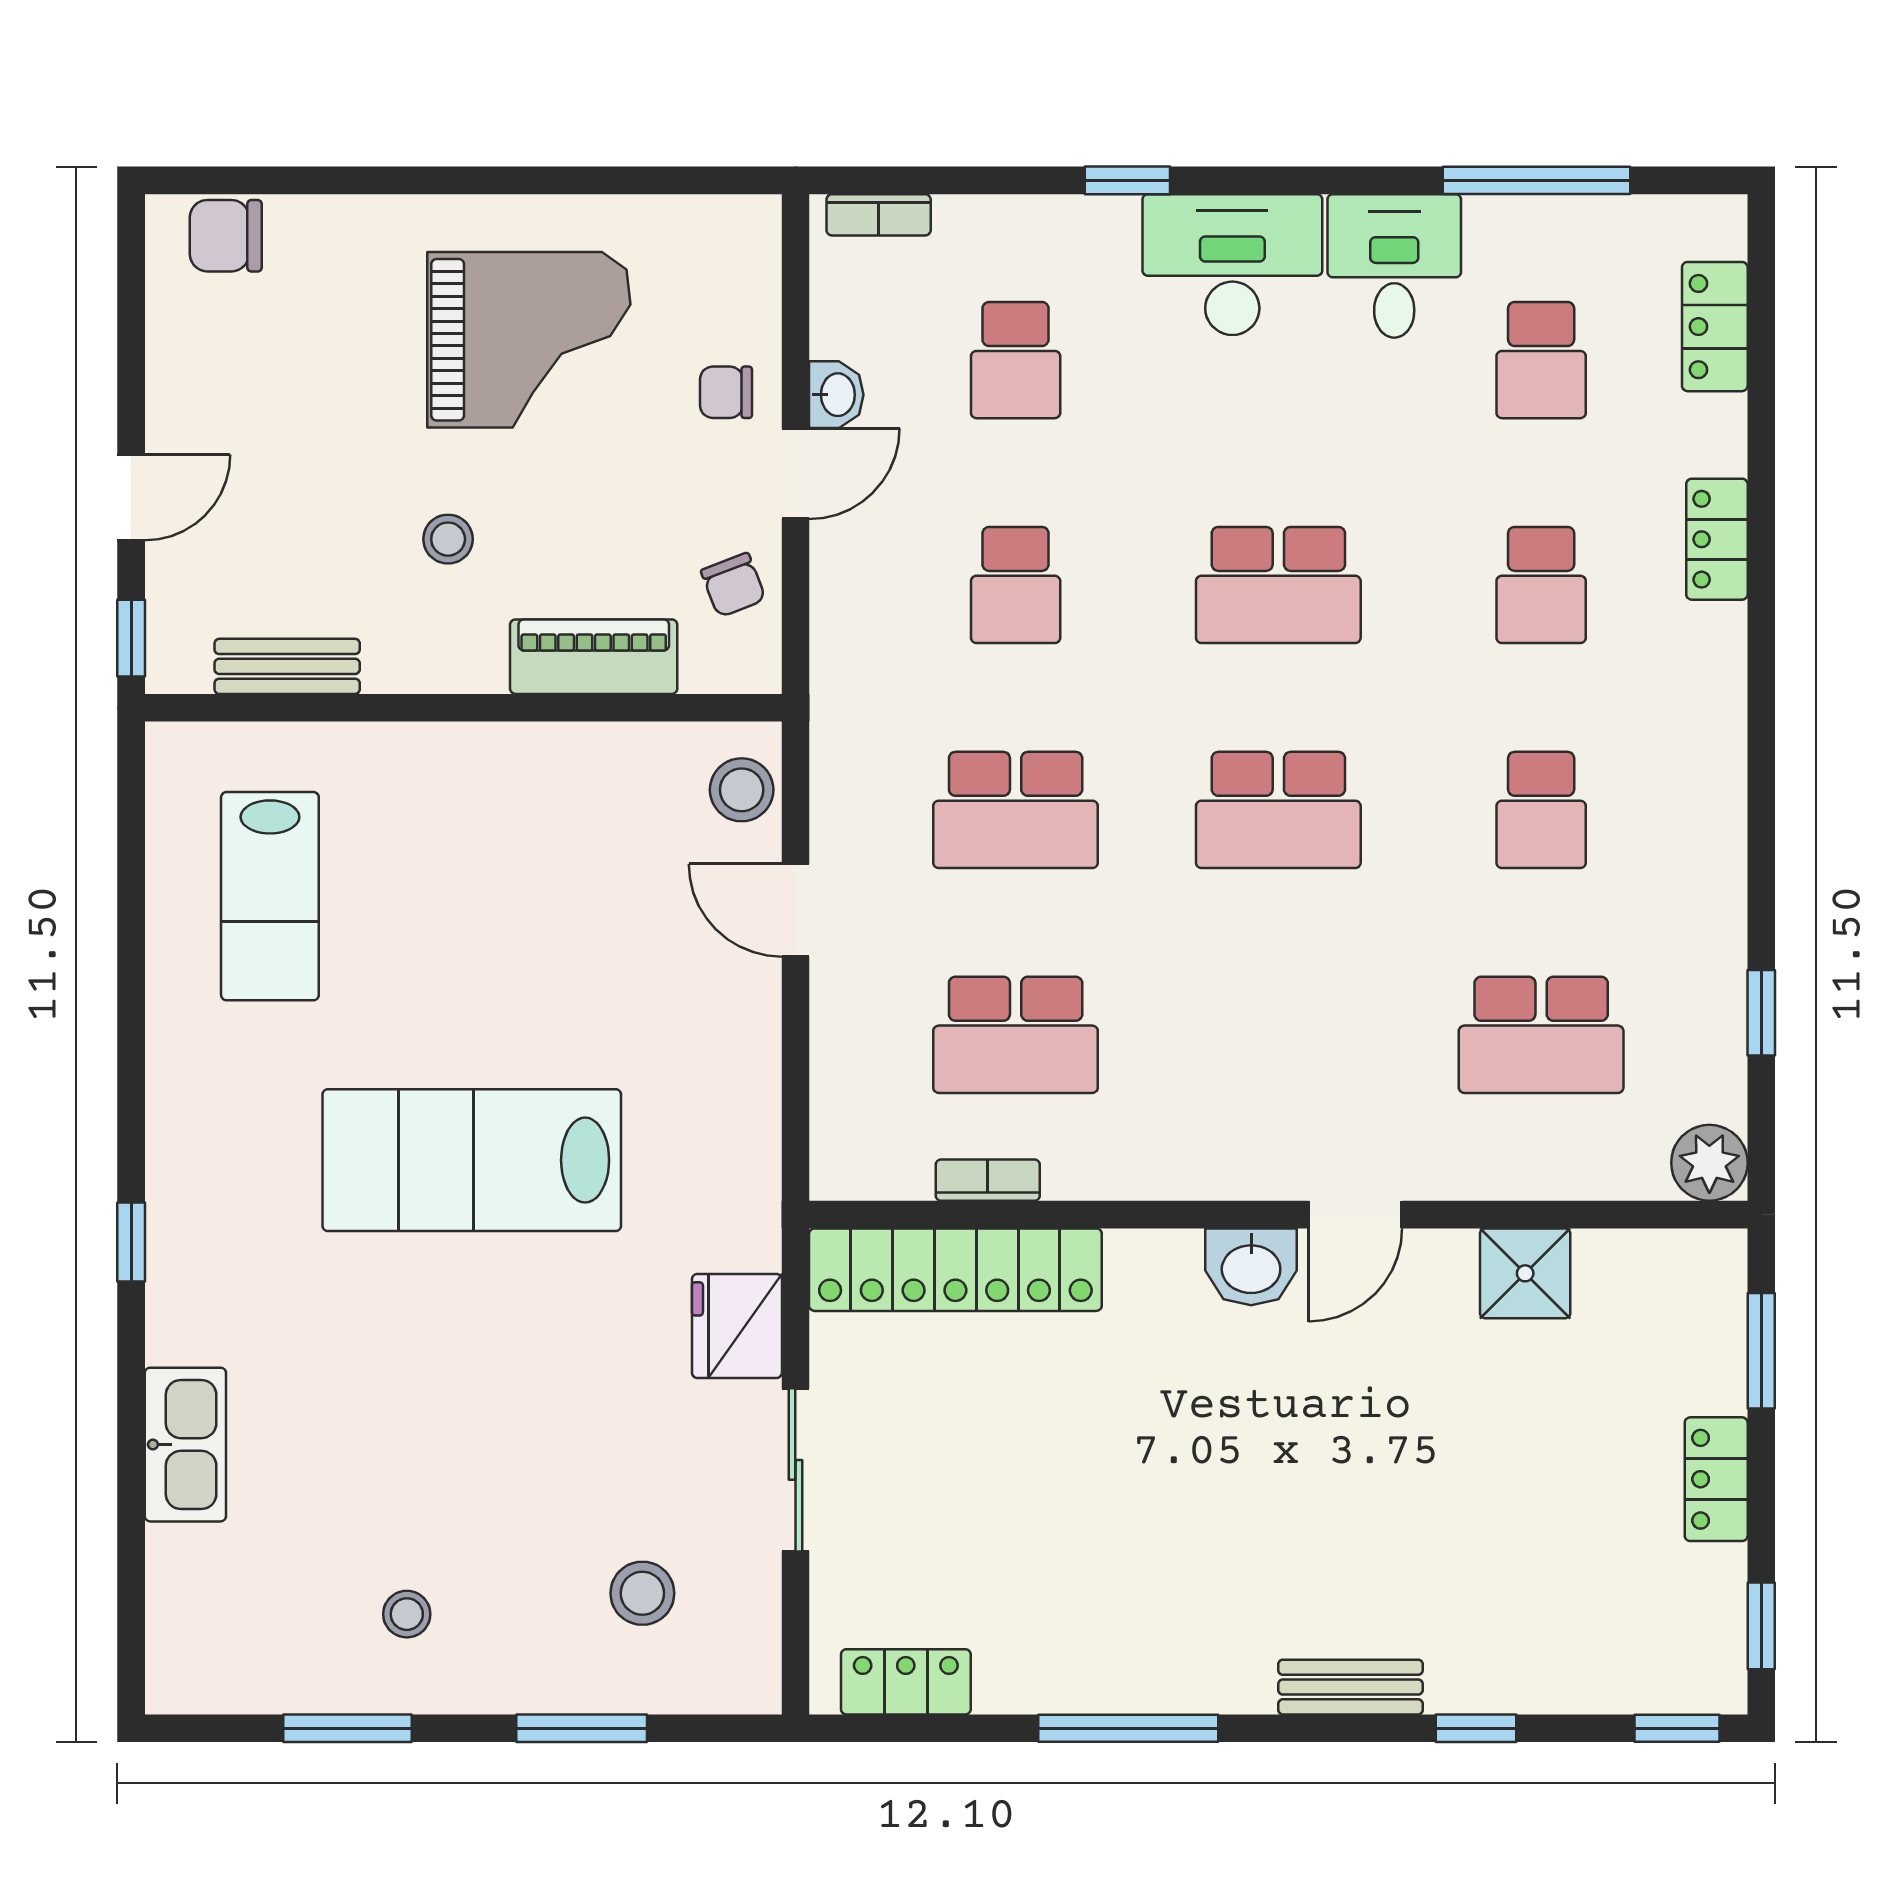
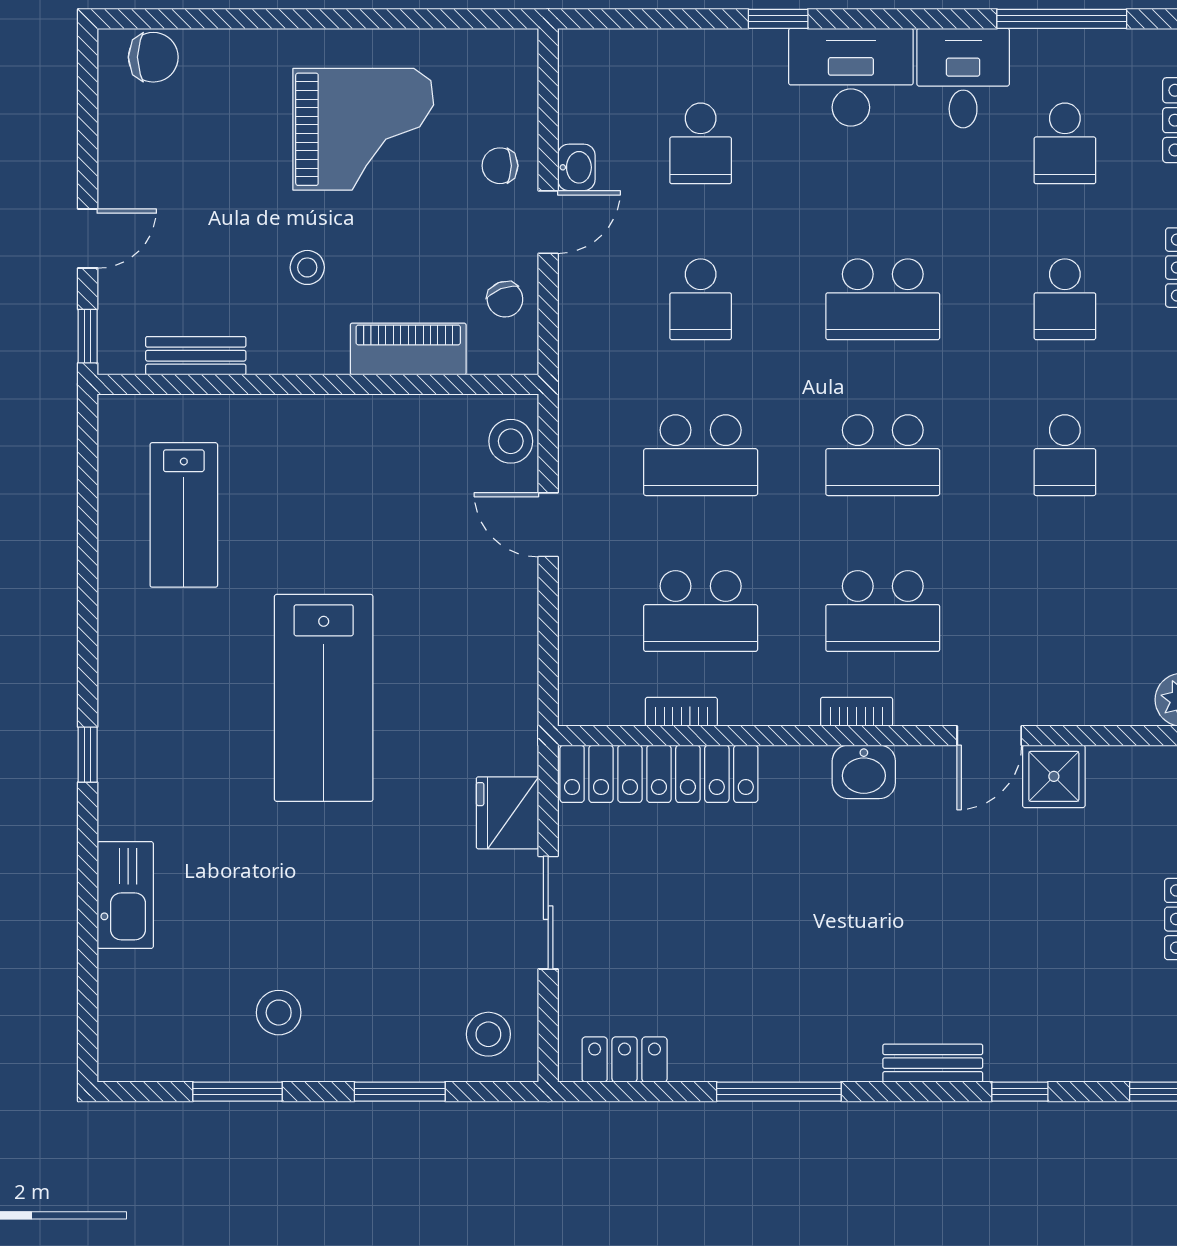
bookcase: (879, 215) -> (857, 712), moved, turned 180
chair: (226, 236) -> (153, 57), turned 180
school desk: (1541, 1035) -> (883, 611), moved
lab bench: (472, 1160) -> (324, 698), turned -90
door: (1355, 1215) -> (989, 736), moved
stool: (642, 1593) -> (488, 1034), moved
stool: (407, 1614) -> (279, 1013), width x1.37, depth x1.37

